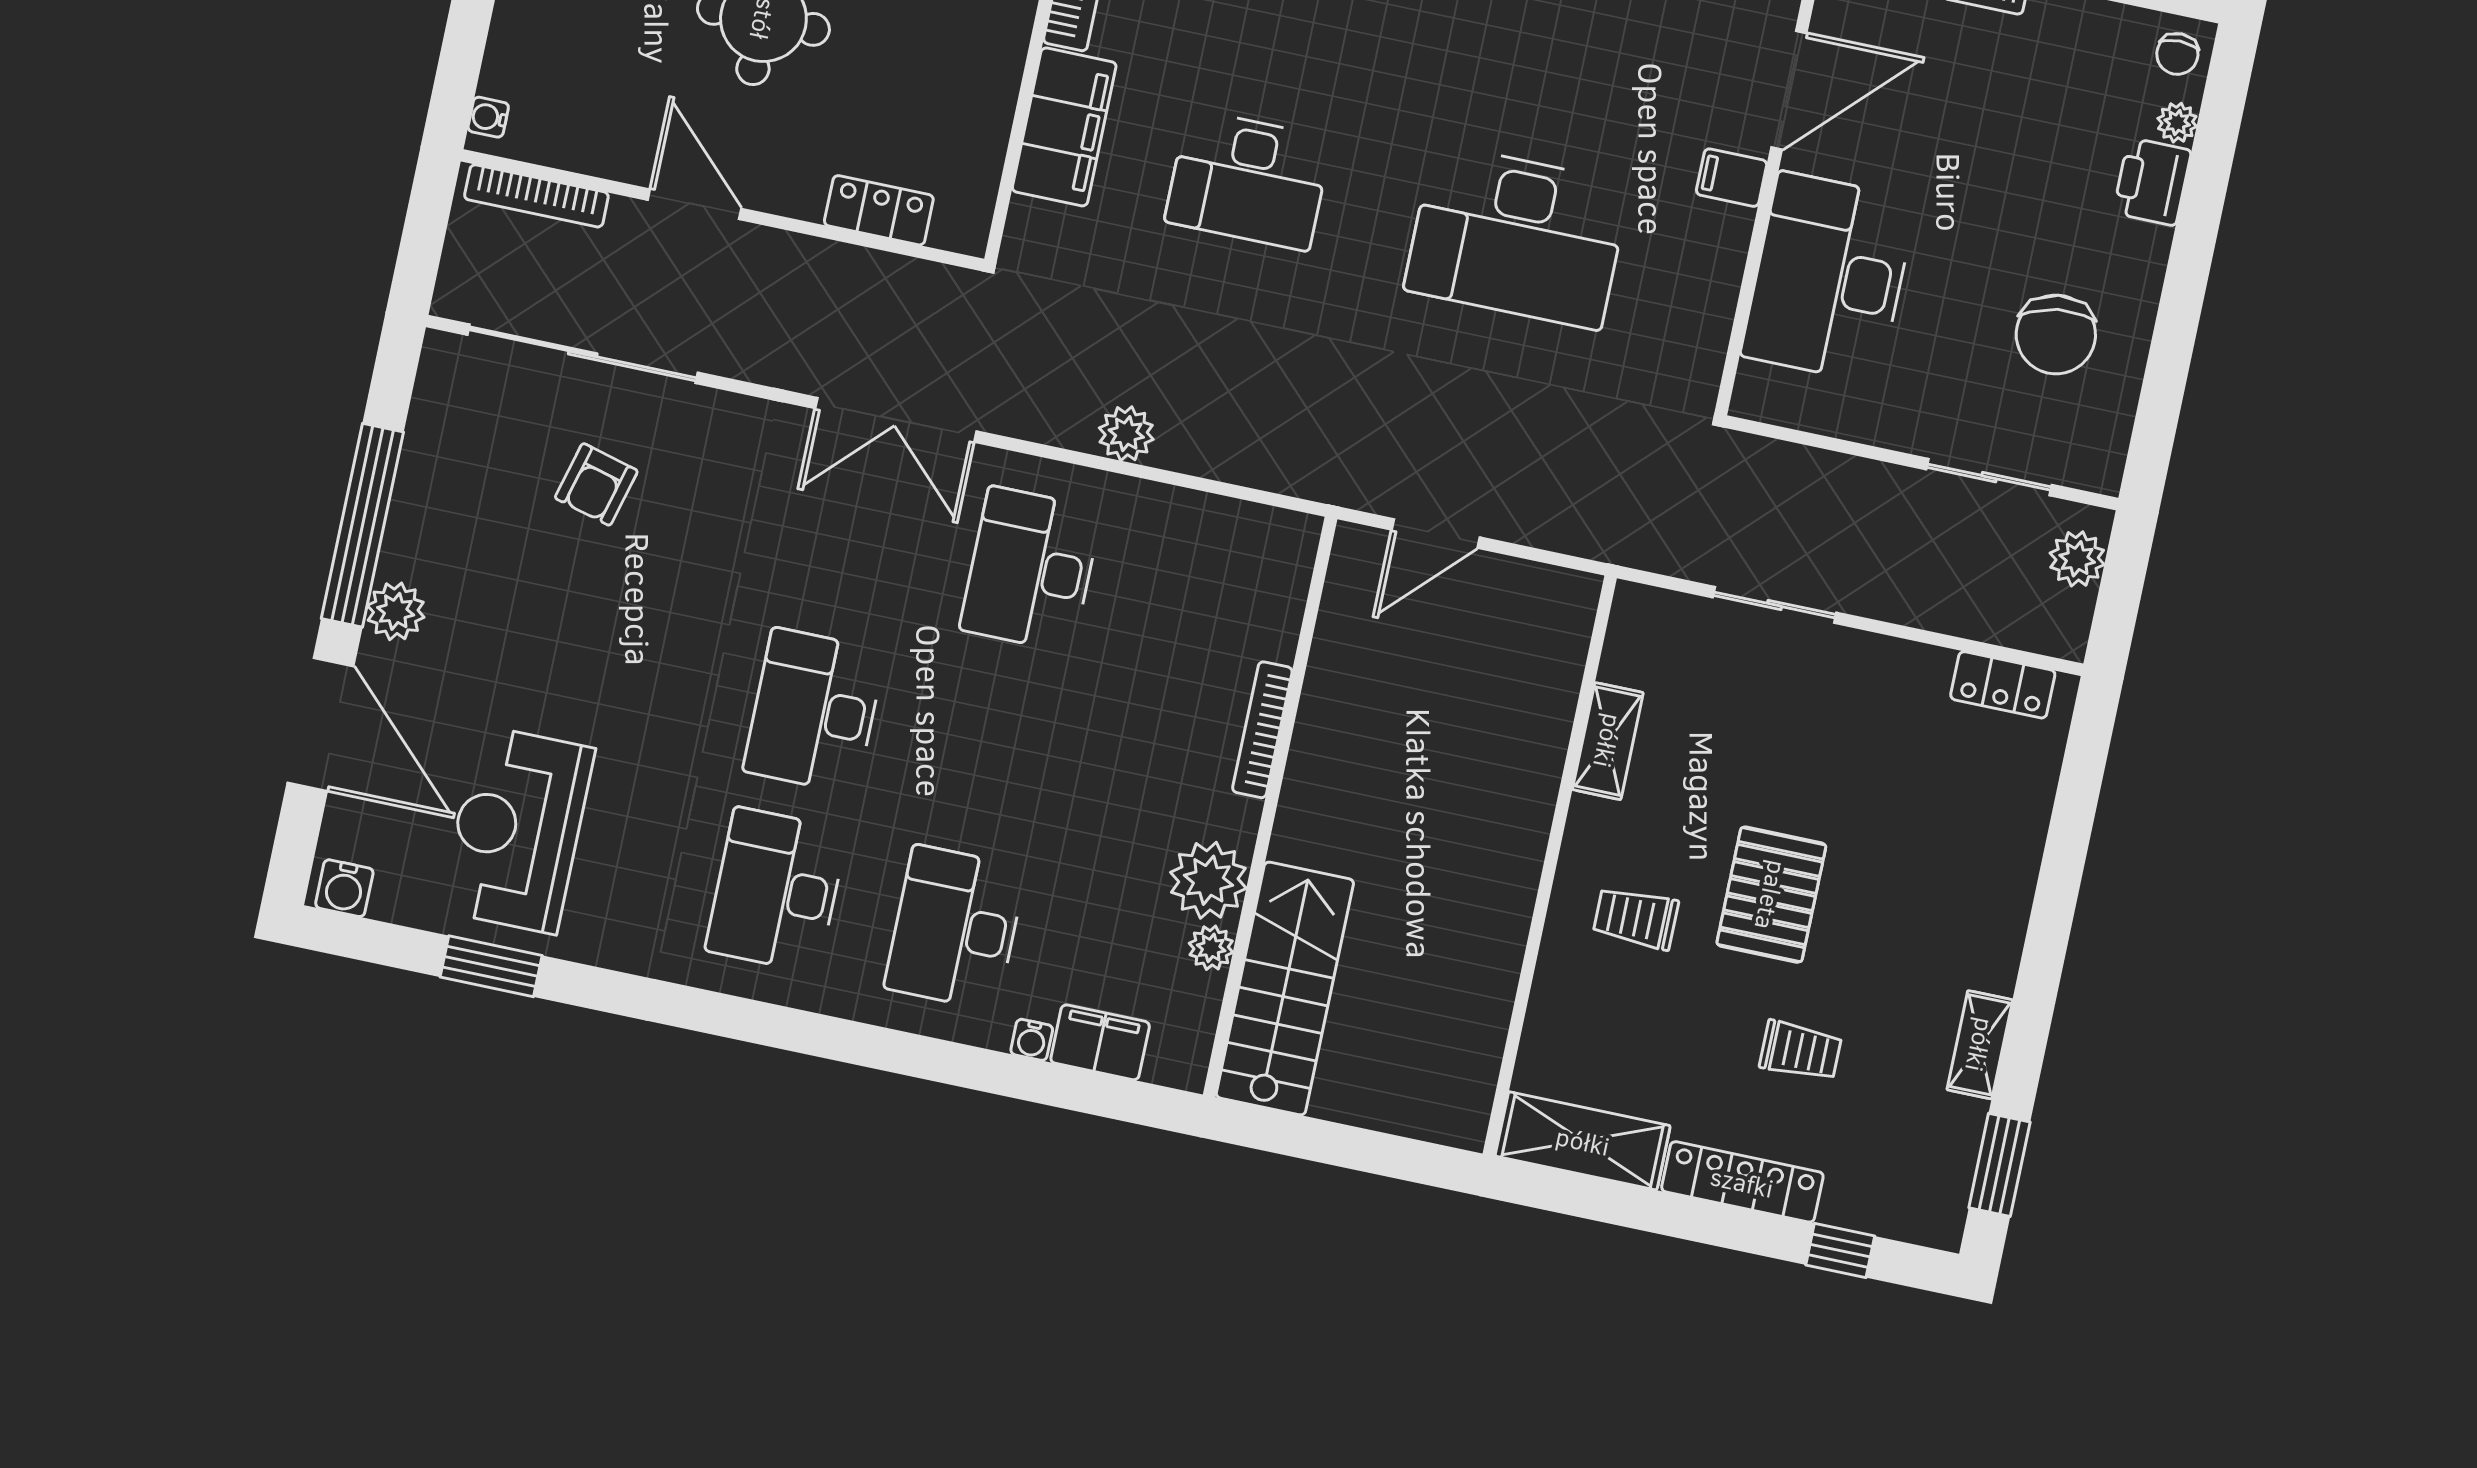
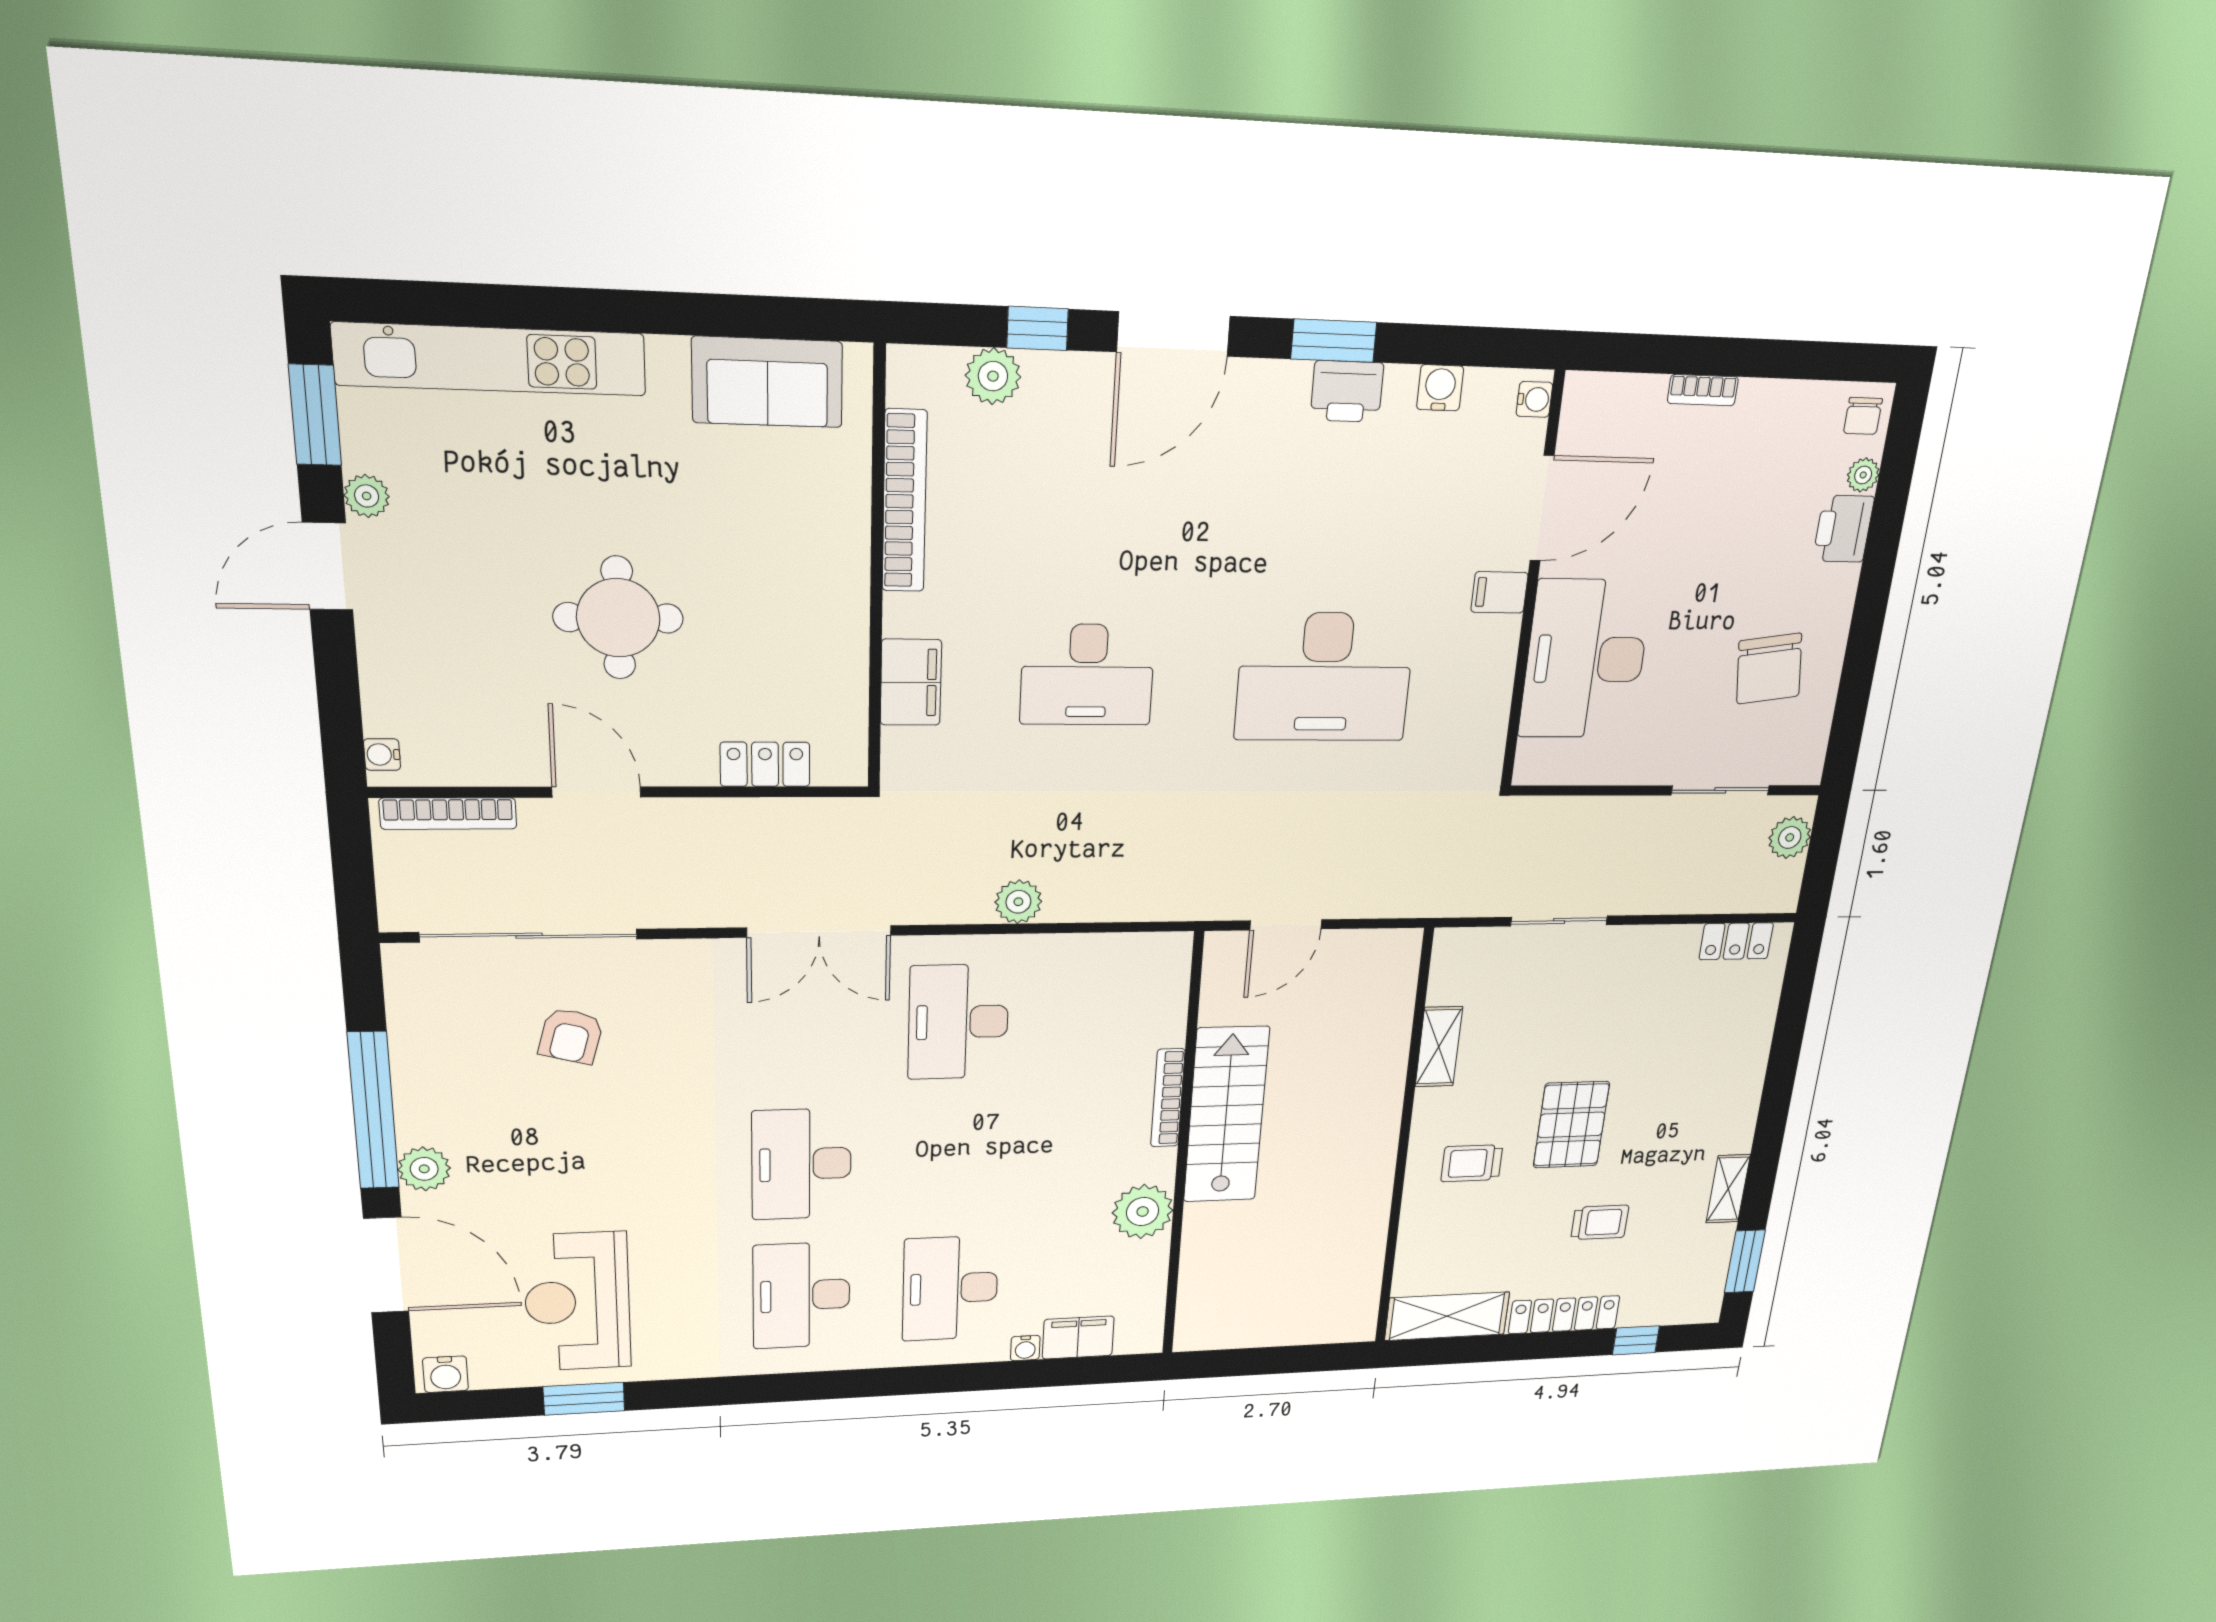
filing cabinet: (1064, 127) -> (911, 682), width x0.67, depth x0.86
plant: (1211, 948) -> (1152, 1256), removed
stairs: (1285, 989) -> (1226, 1115), moved

